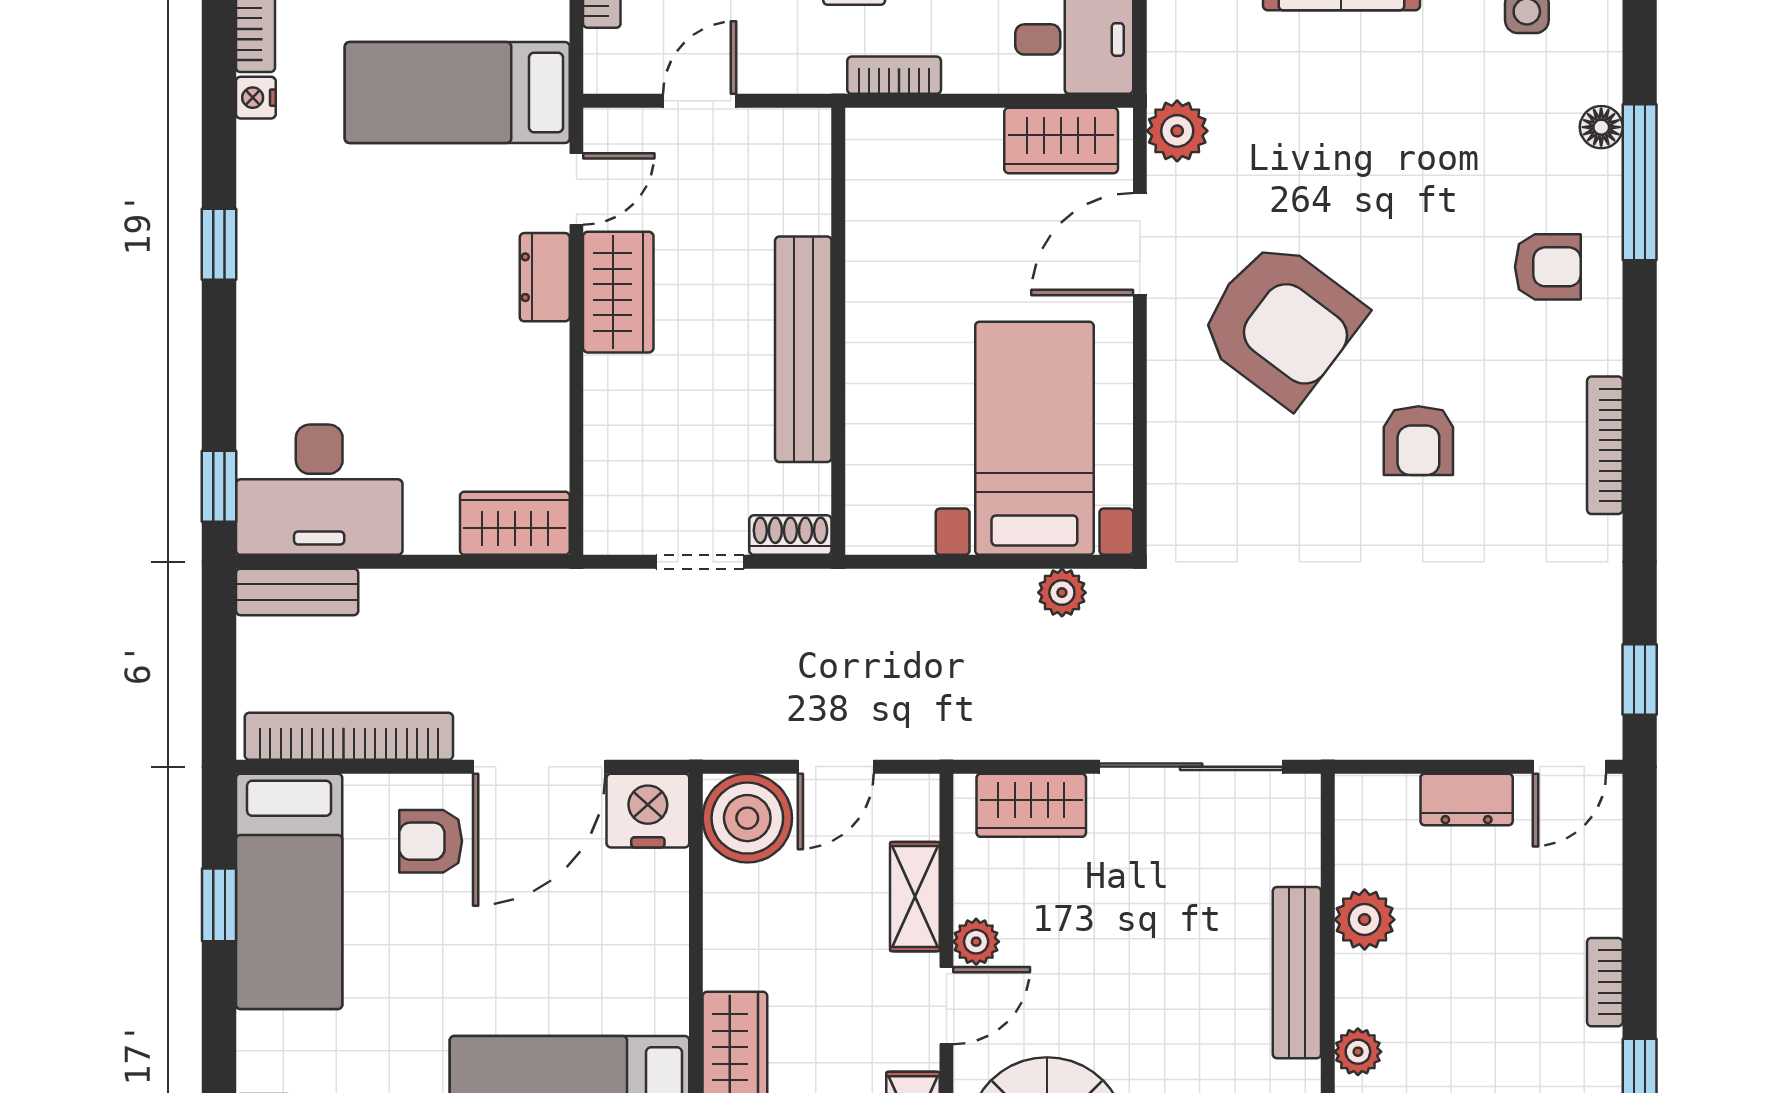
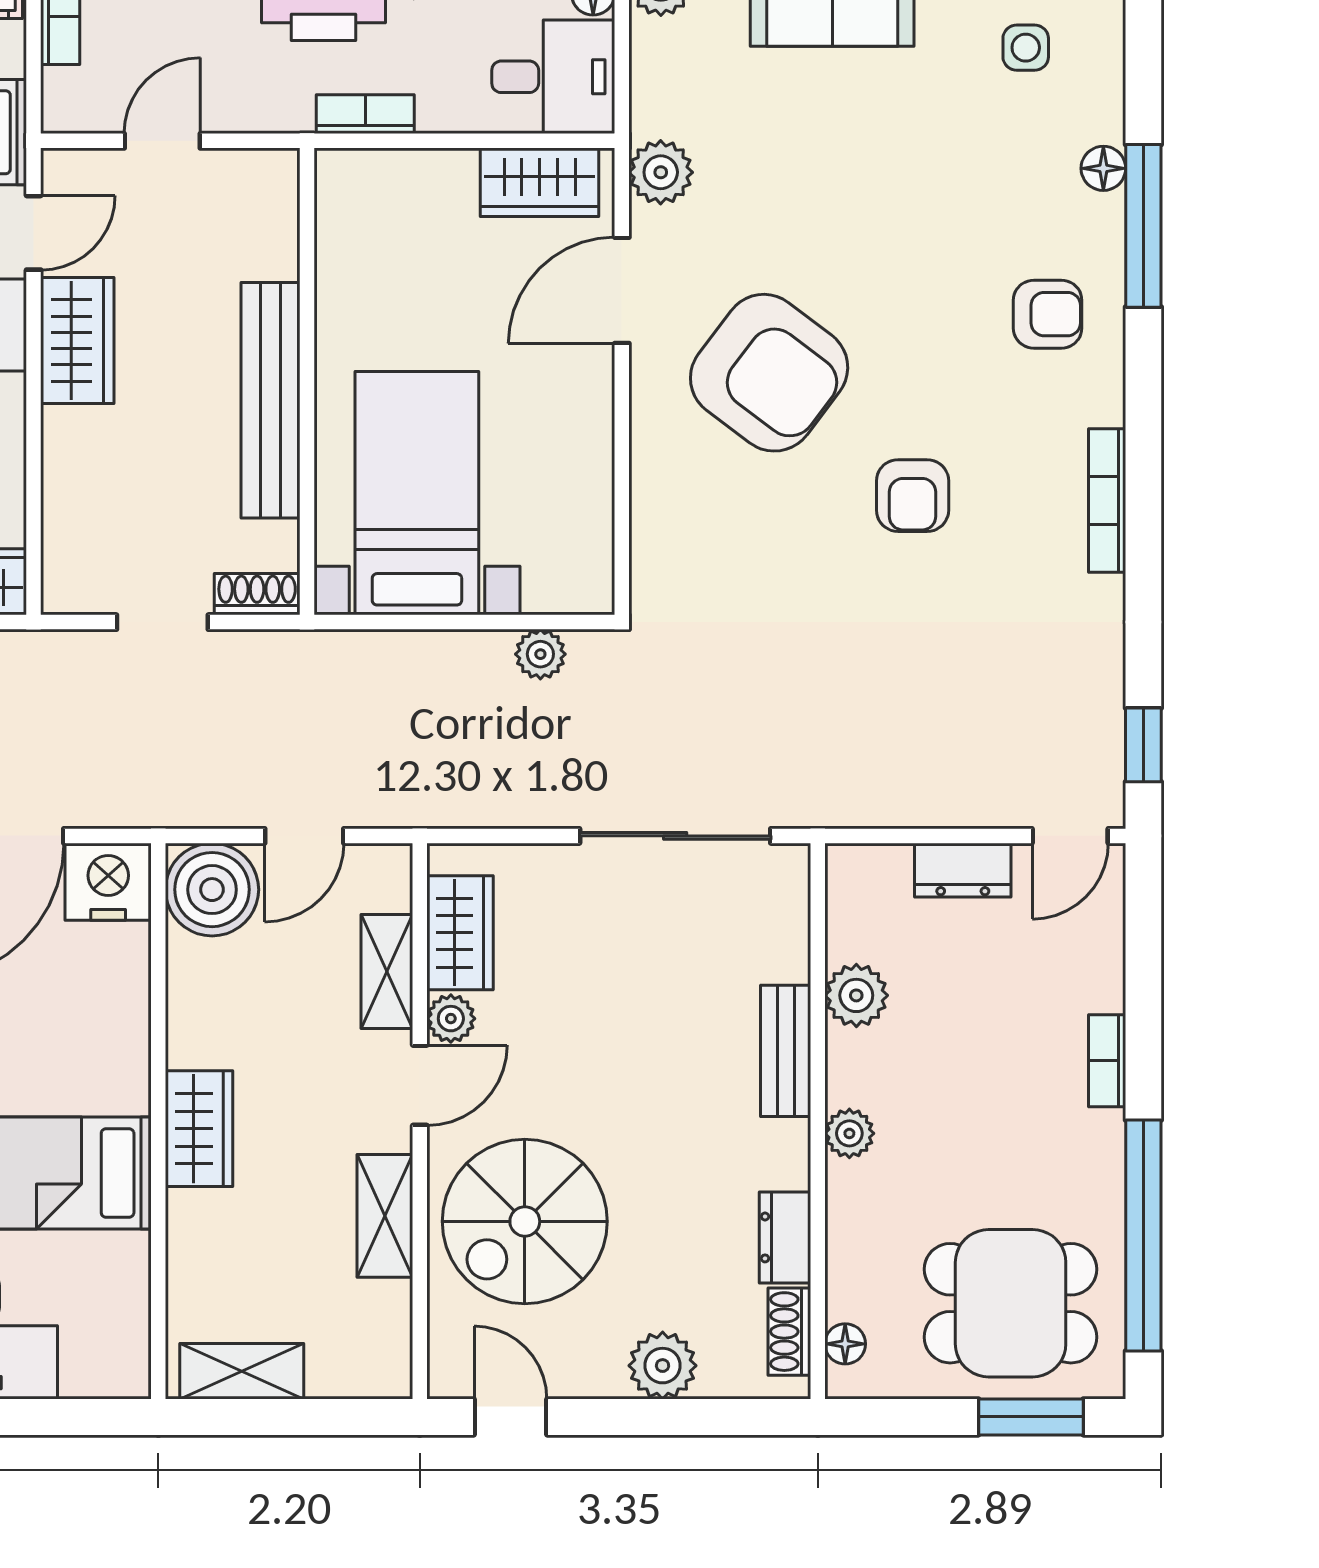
bed with nightstands: (1034, 438) -> (417, 493), moved
wardrobe: (1031, 805) -> (460, 933), moved, turned -90
bench: (1297, 973) -> (786, 1051), width x0.73

